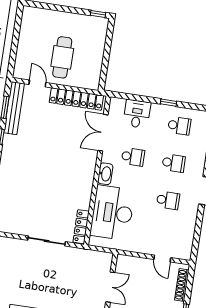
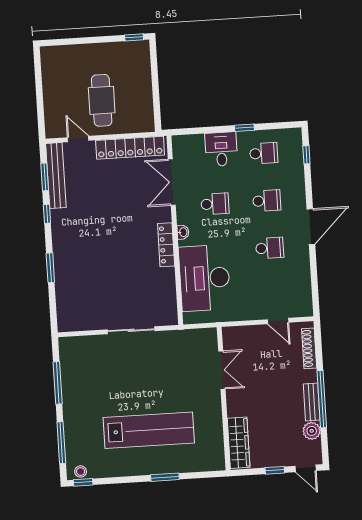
desk: (137, 114) -> (221, 149), moved
washbasin: (105, 174) -> (183, 232), width x0.52, depth x0.69
locker: (81, 227) -> (166, 245), moved

